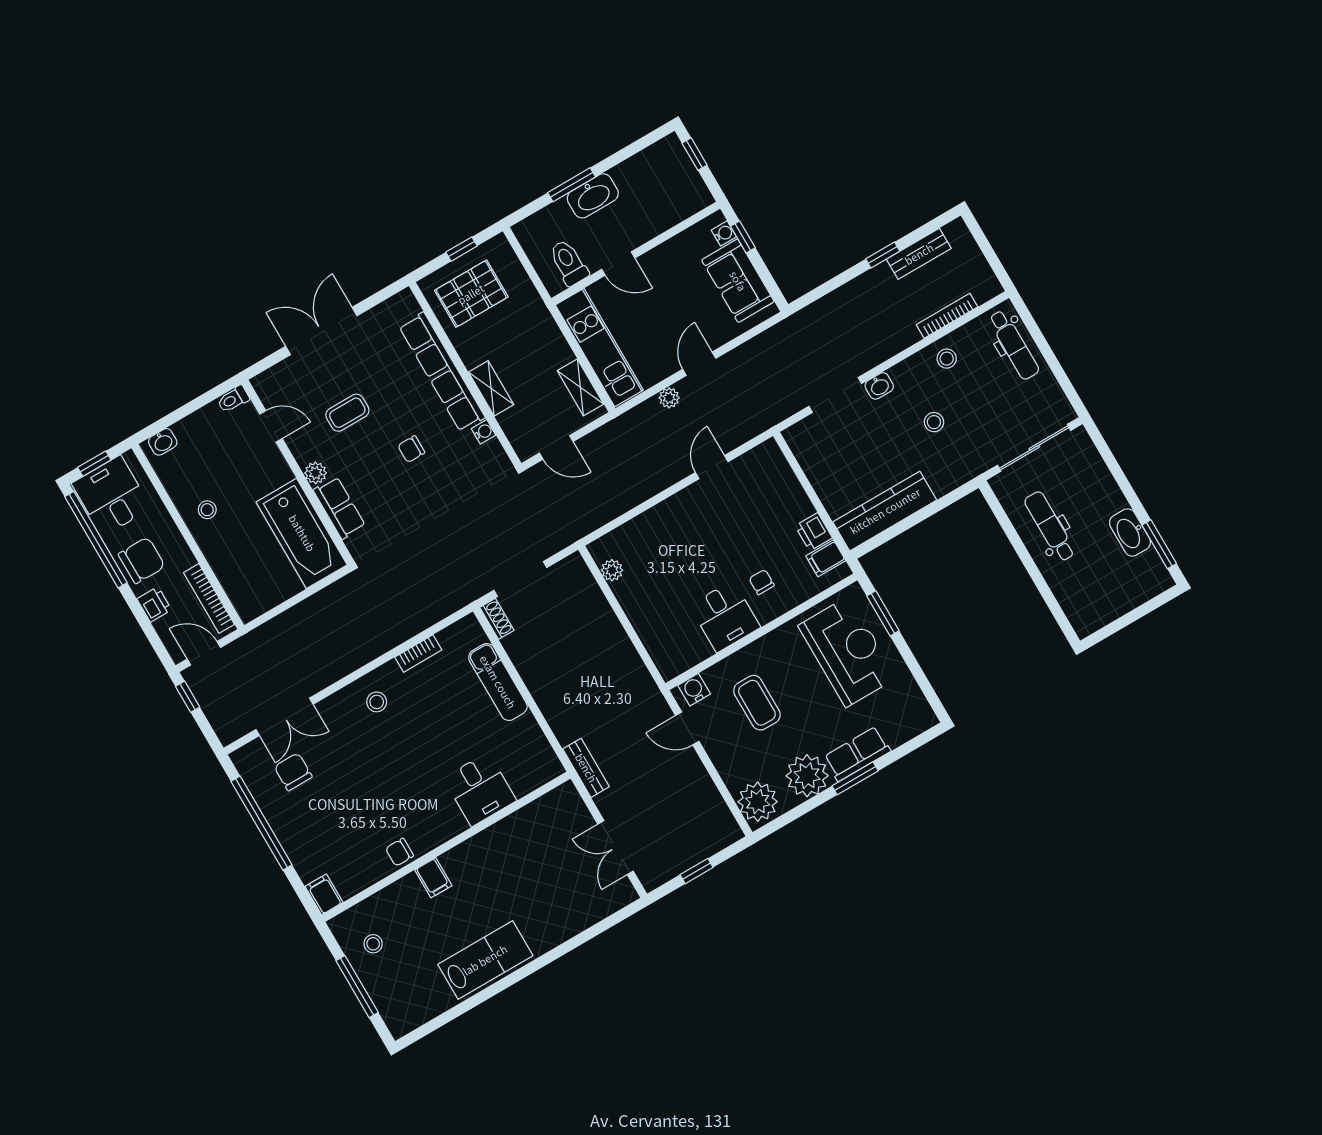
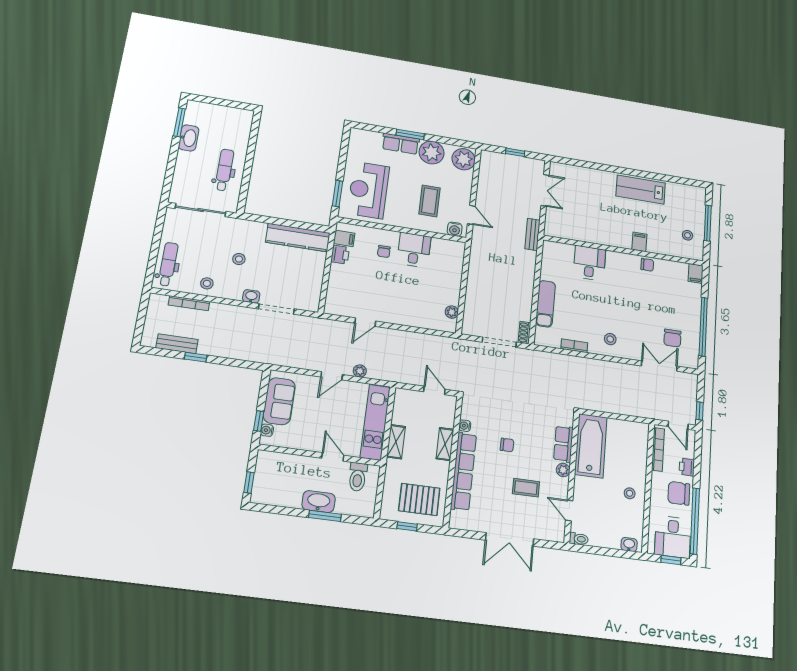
shelving: (580, 387) -> (396, 442), moved
dental chair: (1050, 526) -> (224, 170), turned 180

